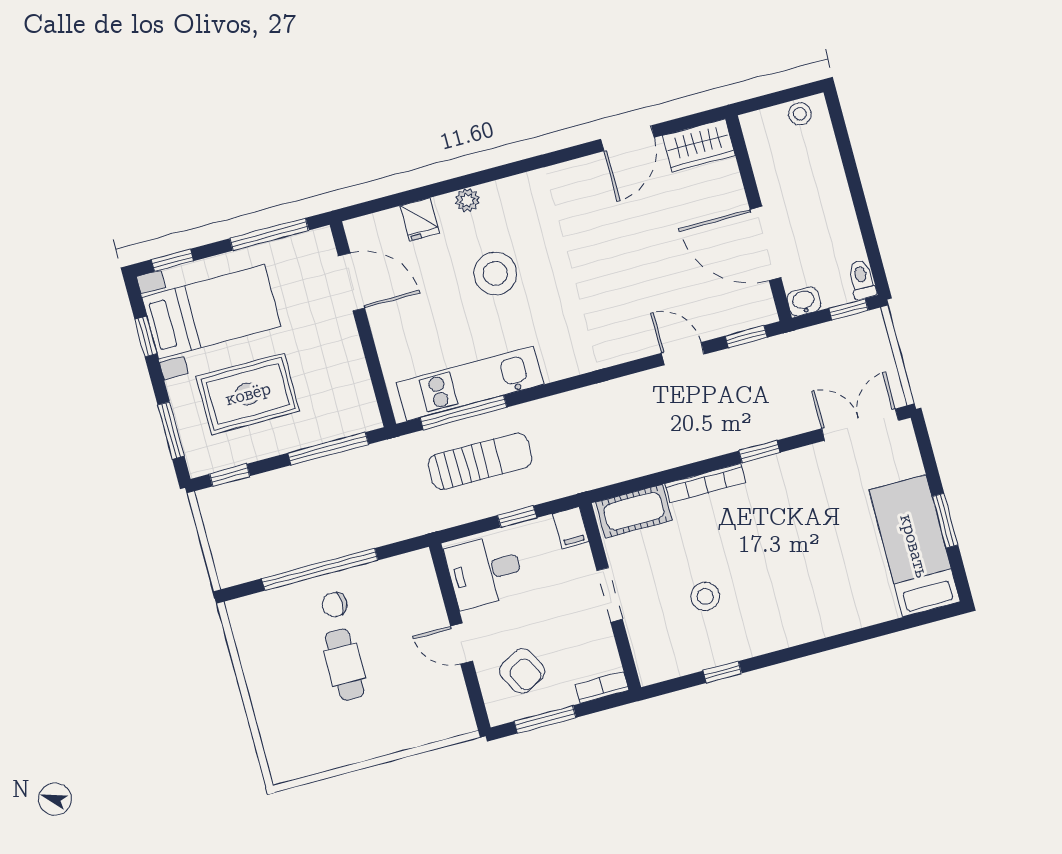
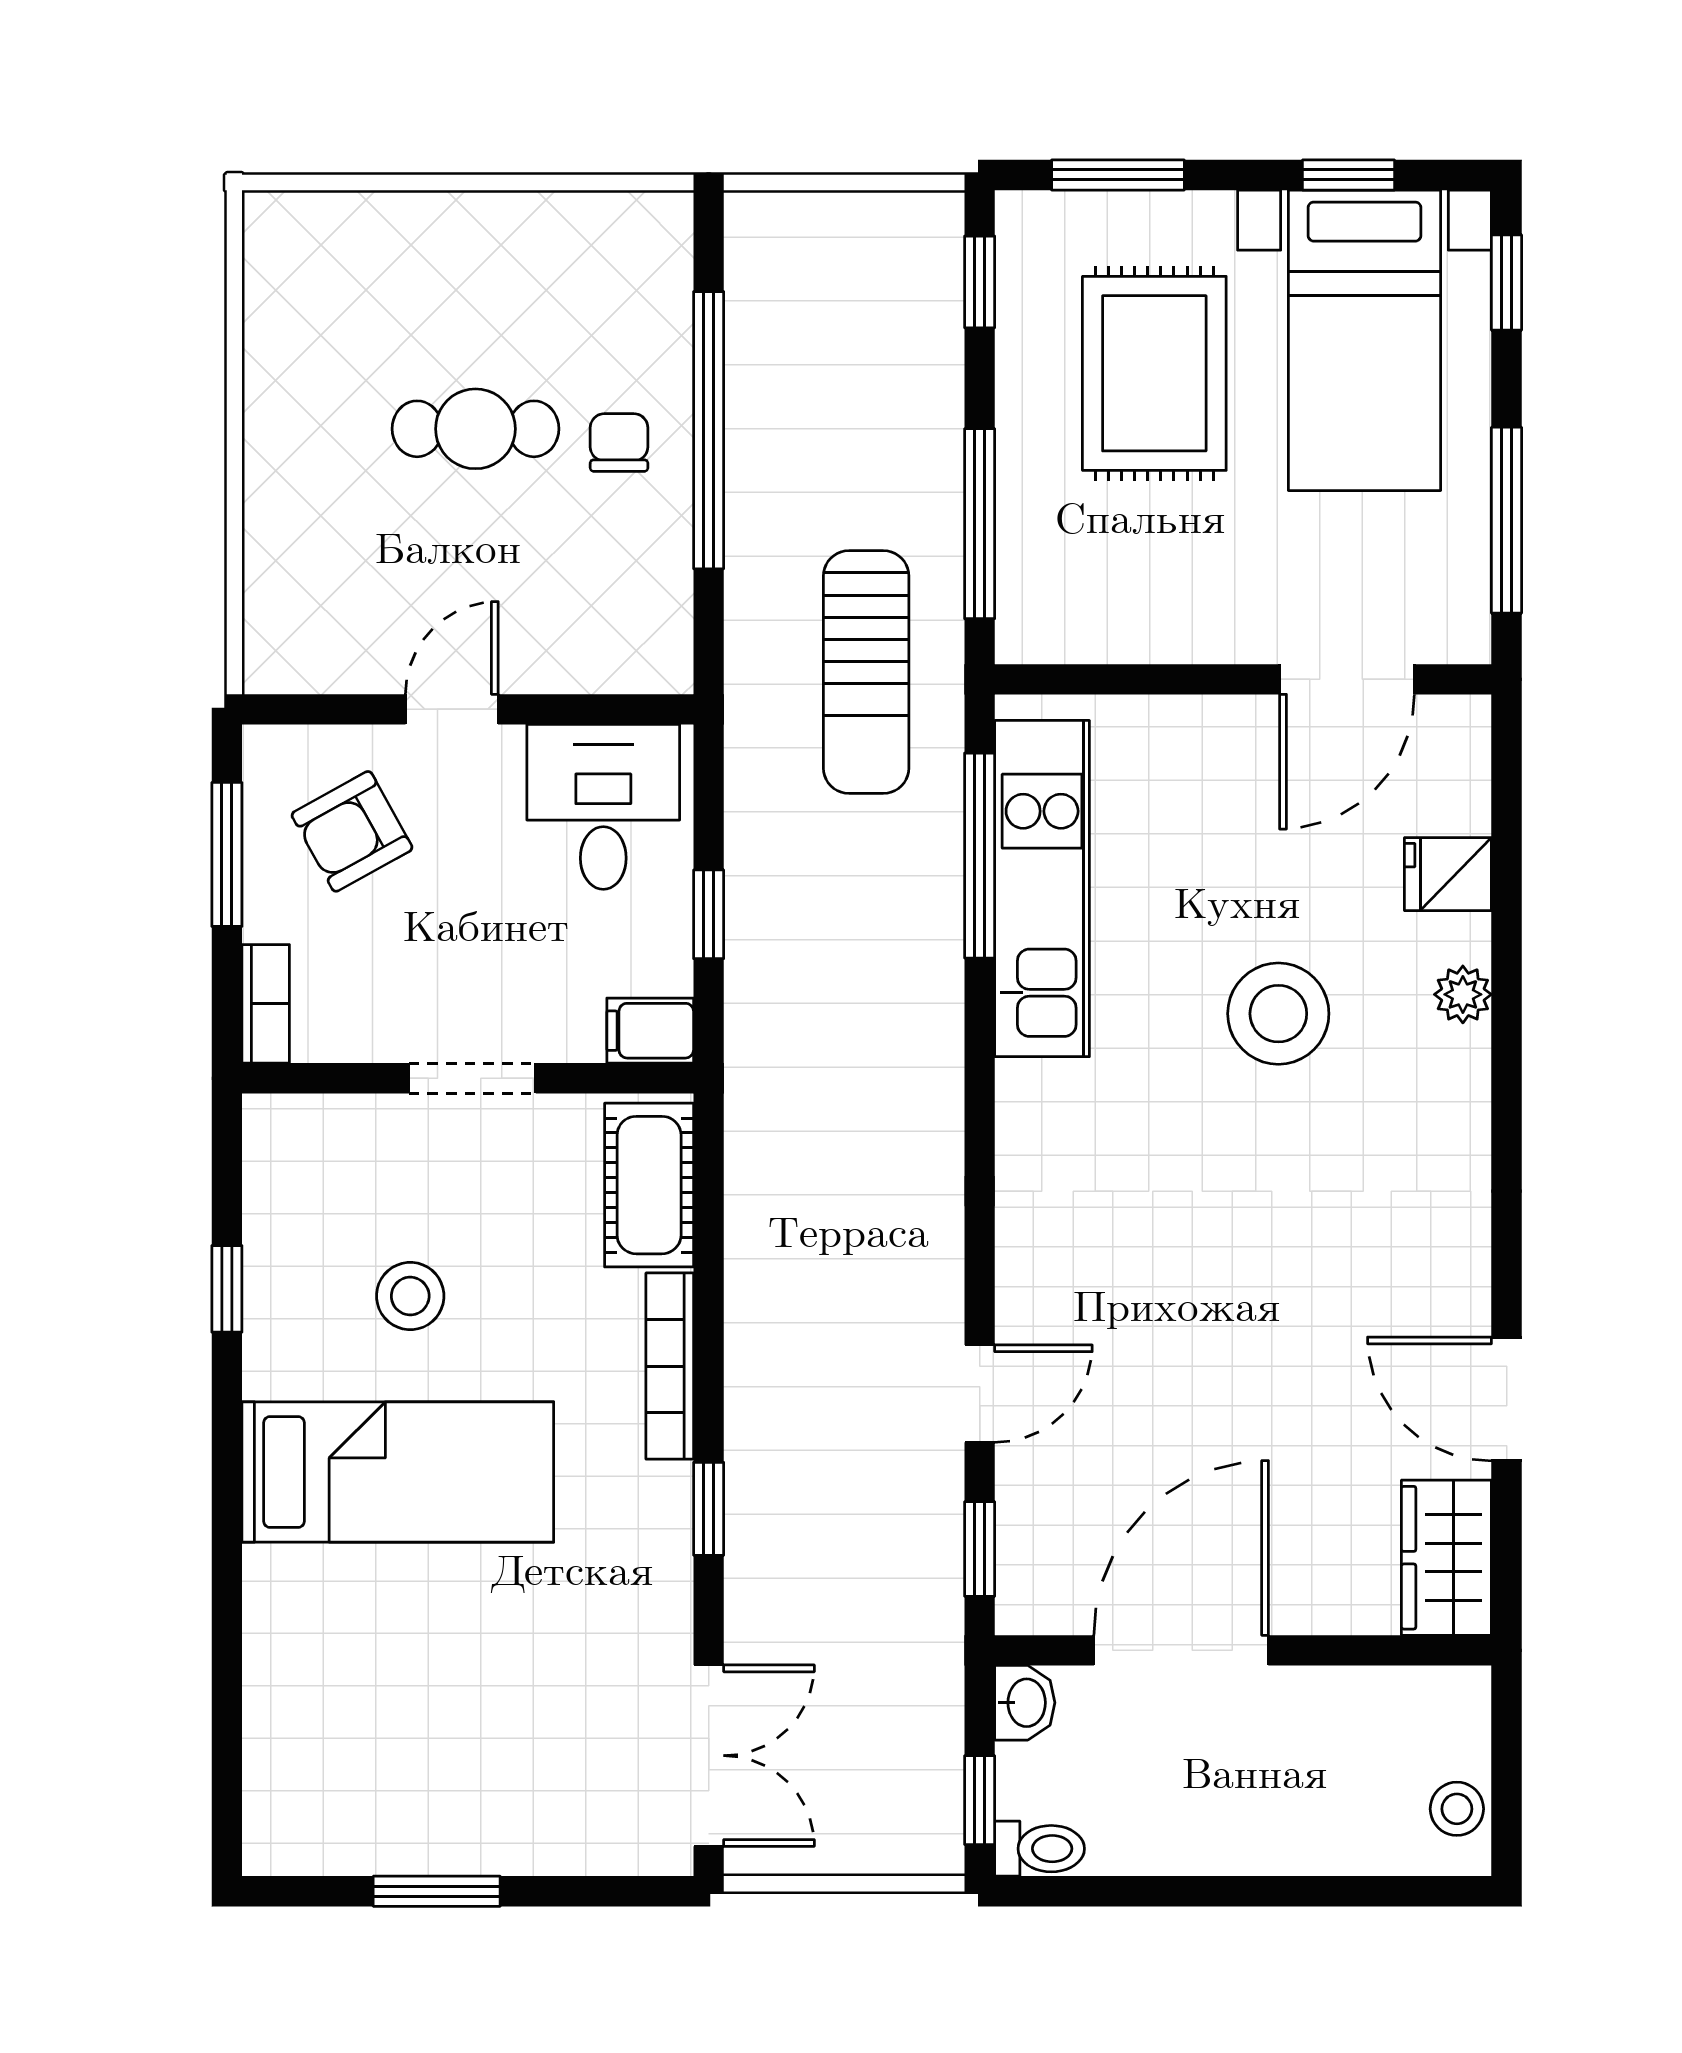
sun lounger: (480, 461) -> (866, 672), moved
bed: (914, 546) -> (398, 1472), moved

